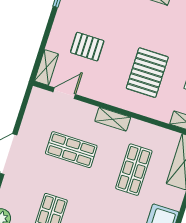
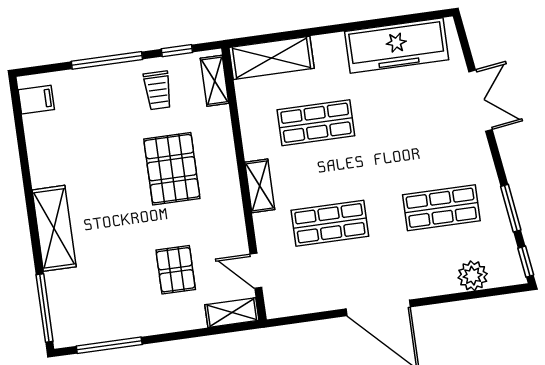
pallet: (147, 73) -> (172, 169), turned 90
shop shelf: (71, 150) -> (330, 223), turned 90

